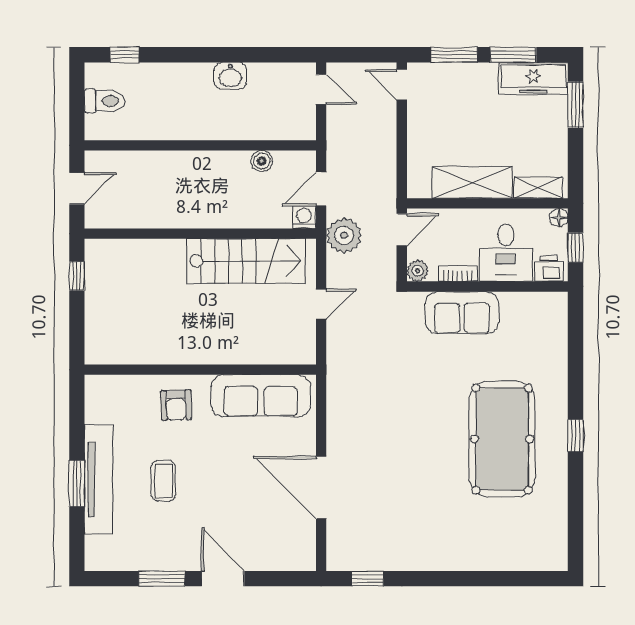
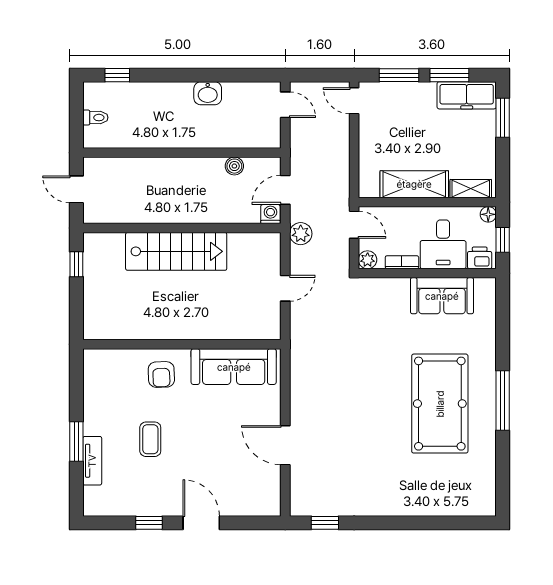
toilet: (105, 101) -> (95, 118), width x0.73, depth x0.72
door: (77, 188) -> (76, 189), swing flipped
door: (402, 230) -> (354, 225), hinge flipped
plant: (344, 235) -> (301, 234), width x0.73, depth x0.73
stairs: (246, 261) -> (176, 251), moved
sofa: (462, 313) -> (442, 296), moved
window: (576, 435) -> (503, 400), width x2.17
tv unit: (98, 480) -> (92, 461), width x0.52, depth x0.78
door: (321, 488) -> (285, 445), width x0.73
window: (162, 579) -> (149, 523), width x0.67

